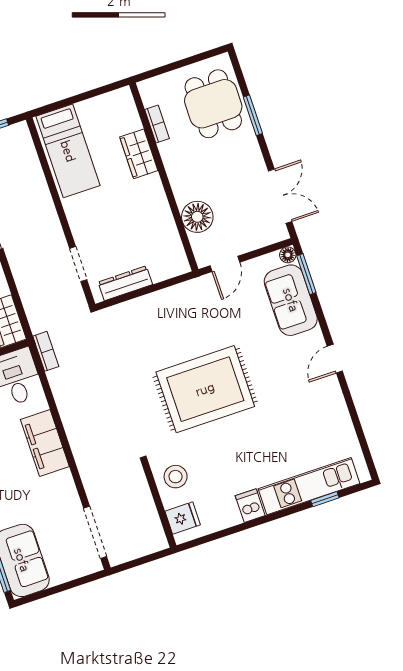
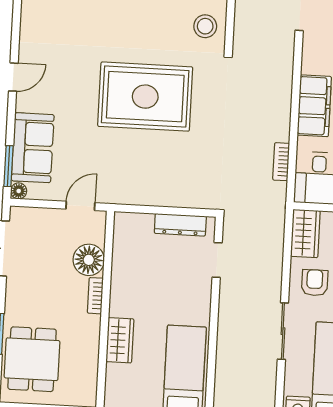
bookcase: (157, 124) -> (95, 296), moved
bookcase: (46, 351) -> (281, 162), moved

